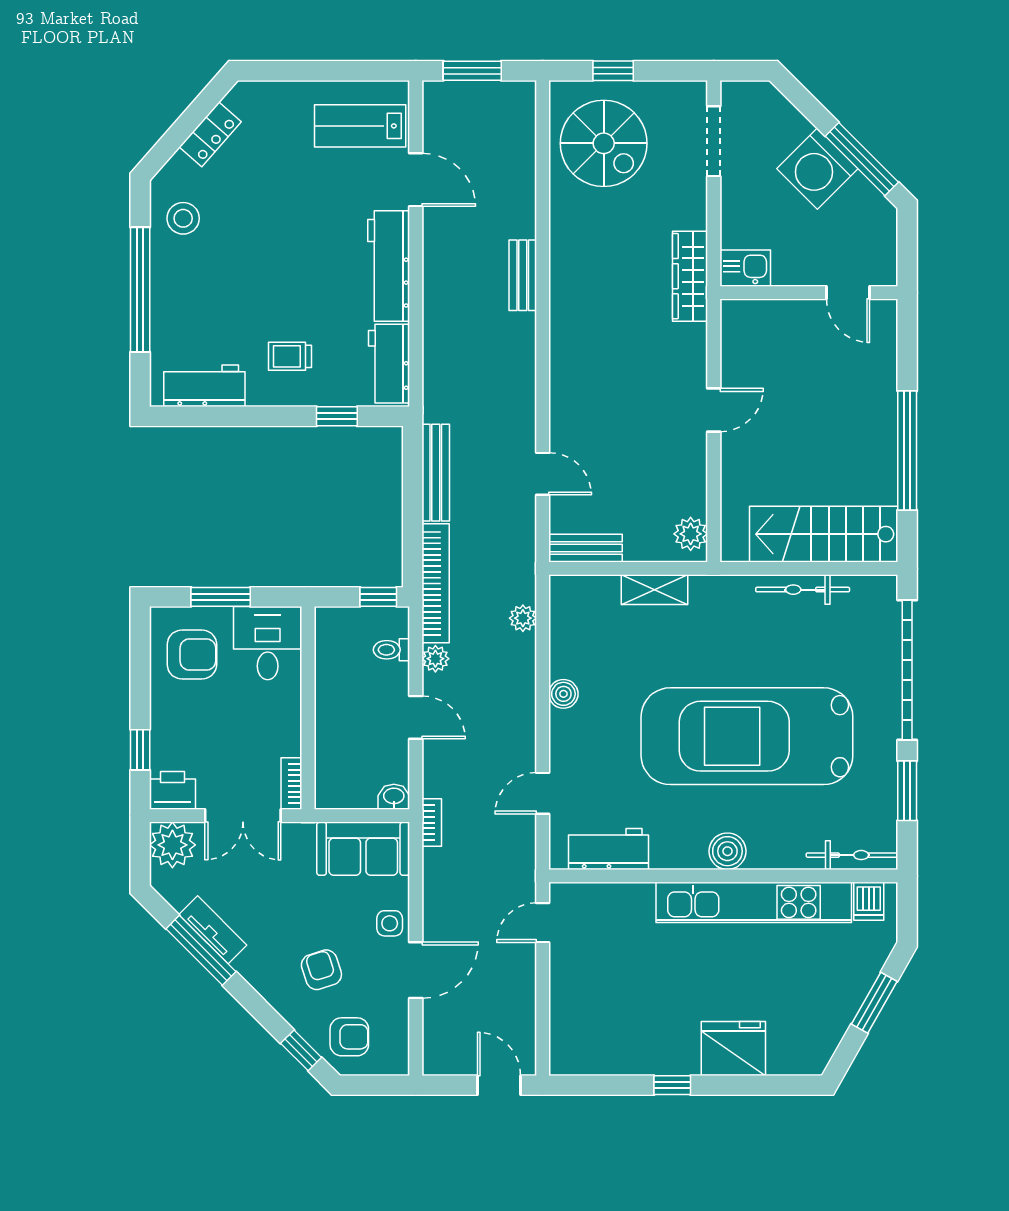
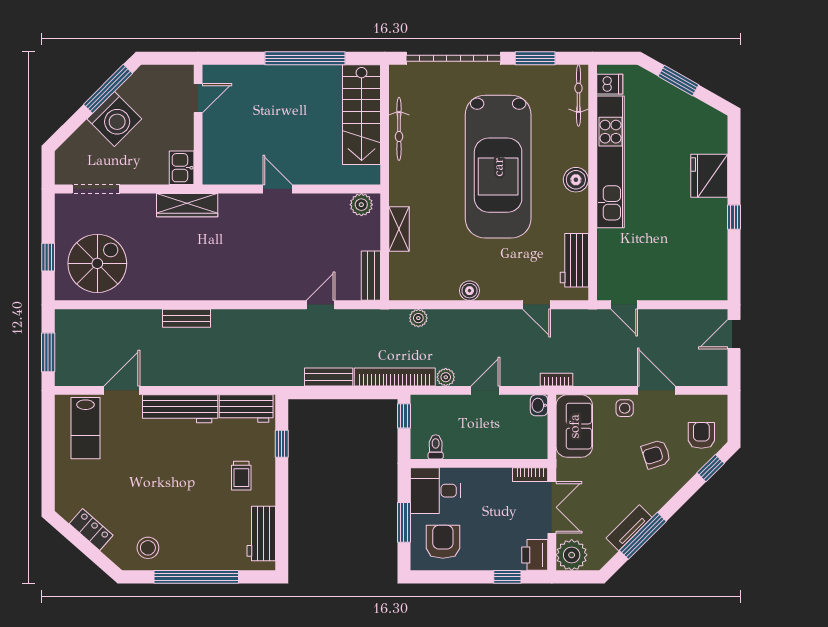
bench: (436, 473) -> (329, 377), width x0.73
toilet: (391, 650) -> (436, 447), moved, turned 180

